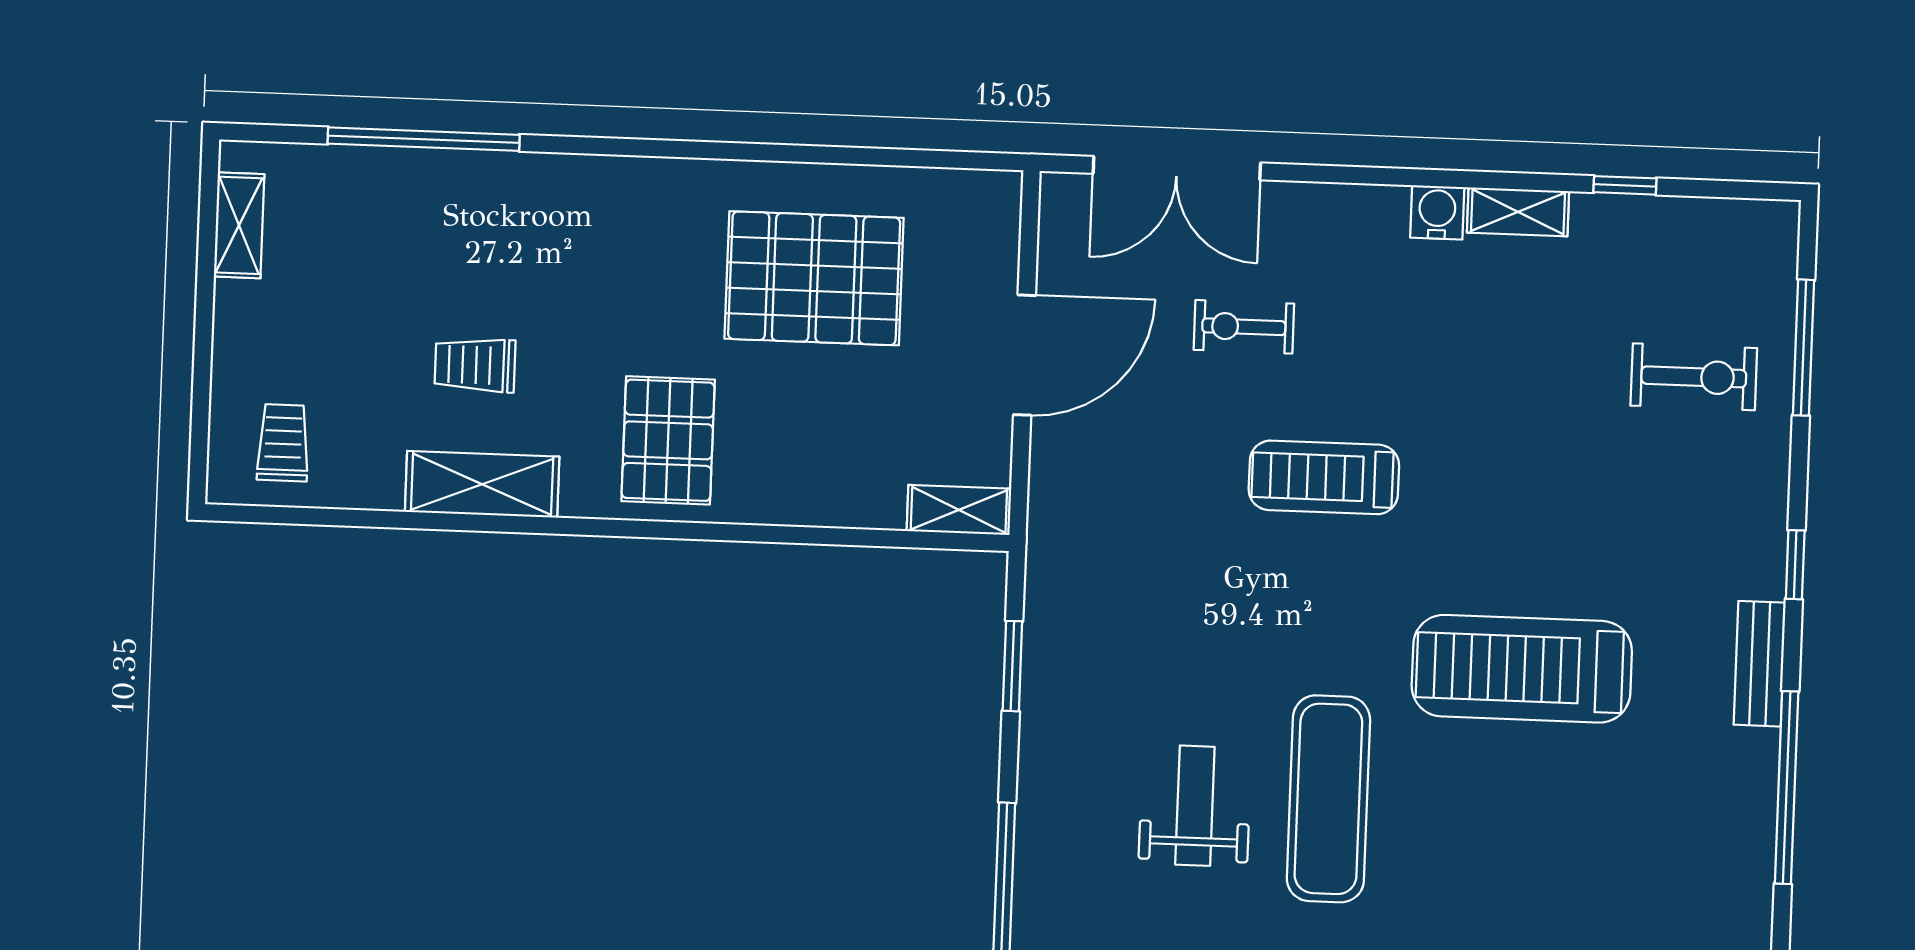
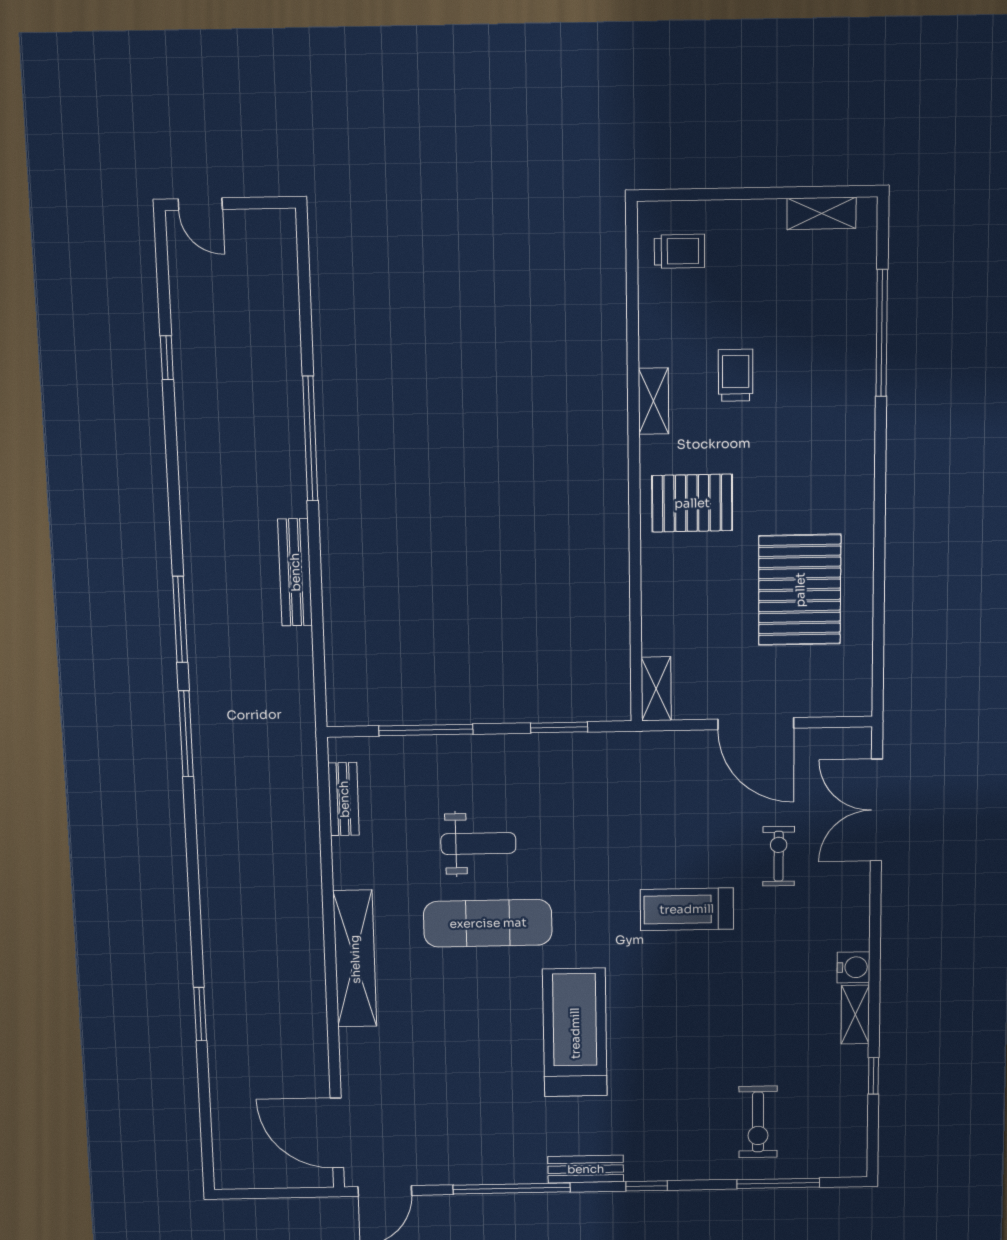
treadmill: (1324, 477) -> (687, 909), turned -90
shelving: (482, 484) -> (653, 401), width x0.67, depth x0.75

